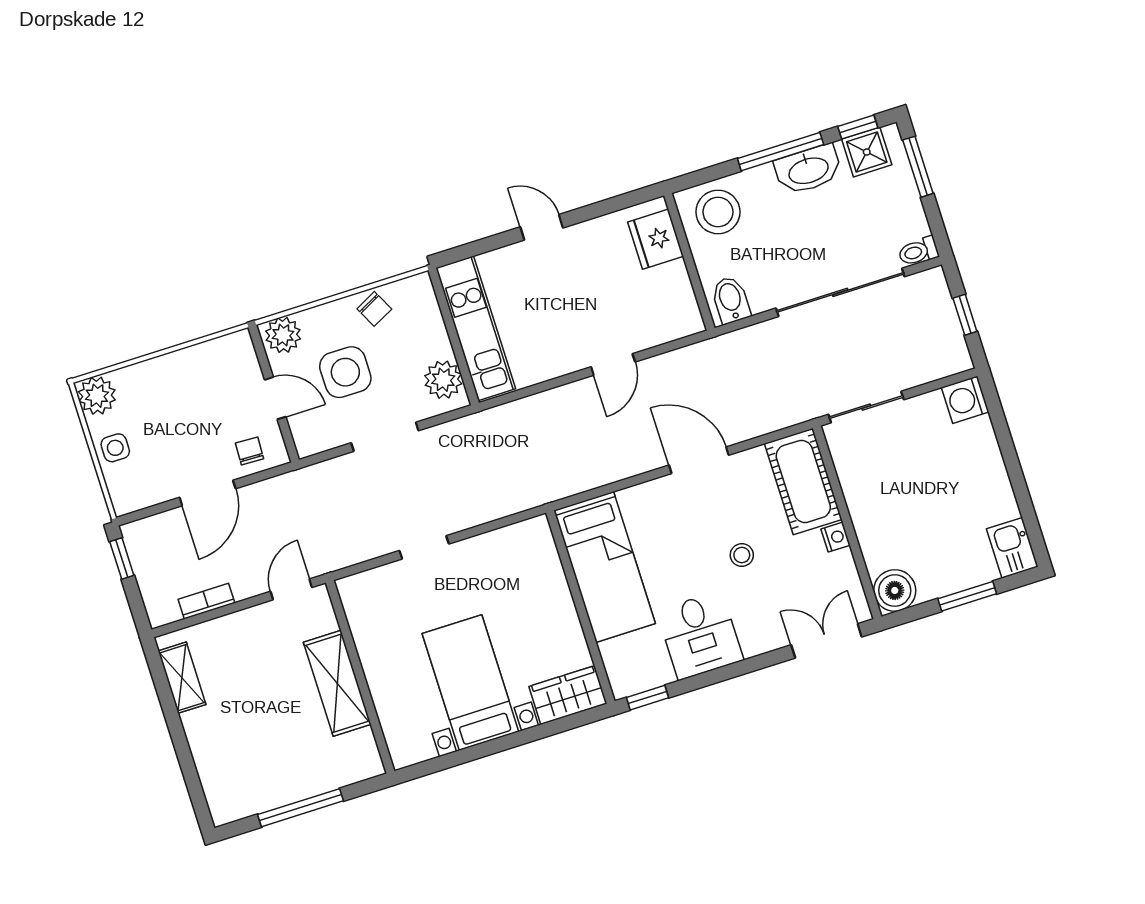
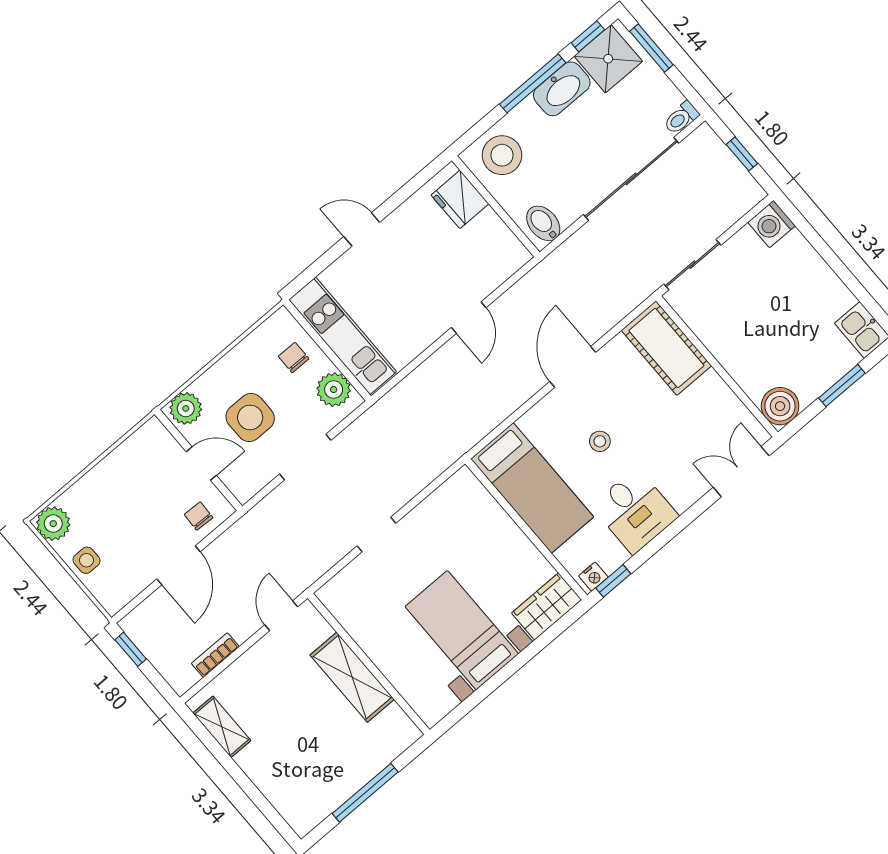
shower: (867, 152) -> (608, 59), width x1.36, depth x1.36
chair: (374, 309) -> (294, 358), moved, turned -153
door: (699, 460) -> (573, 367), hinge flipped
nightstand: (836, 537) -> (593, 577), moved, turned 90
stool: (742, 555) -> (600, 441), moved

